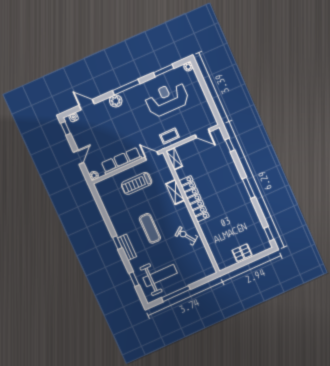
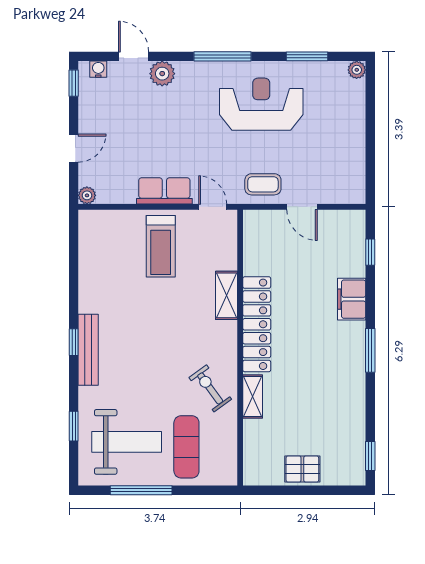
reception desk: (167, 99) -> (261, 104), moved
plant: (116, 101) -> (162, 74), moved
door: (202, 133) -> (302, 207), moved
shelving: (174, 159) -> (253, 396), moved
row of seats: (121, 161) -> (164, 191), width x0.68
filing cabinet: (231, 169) -> (352, 299), added
treadmill: (137, 183) -> (161, 246), turned -90
exercise mat: (150, 228) -> (186, 447), moved
bench: (127, 247) -> (88, 350), width x1.36

